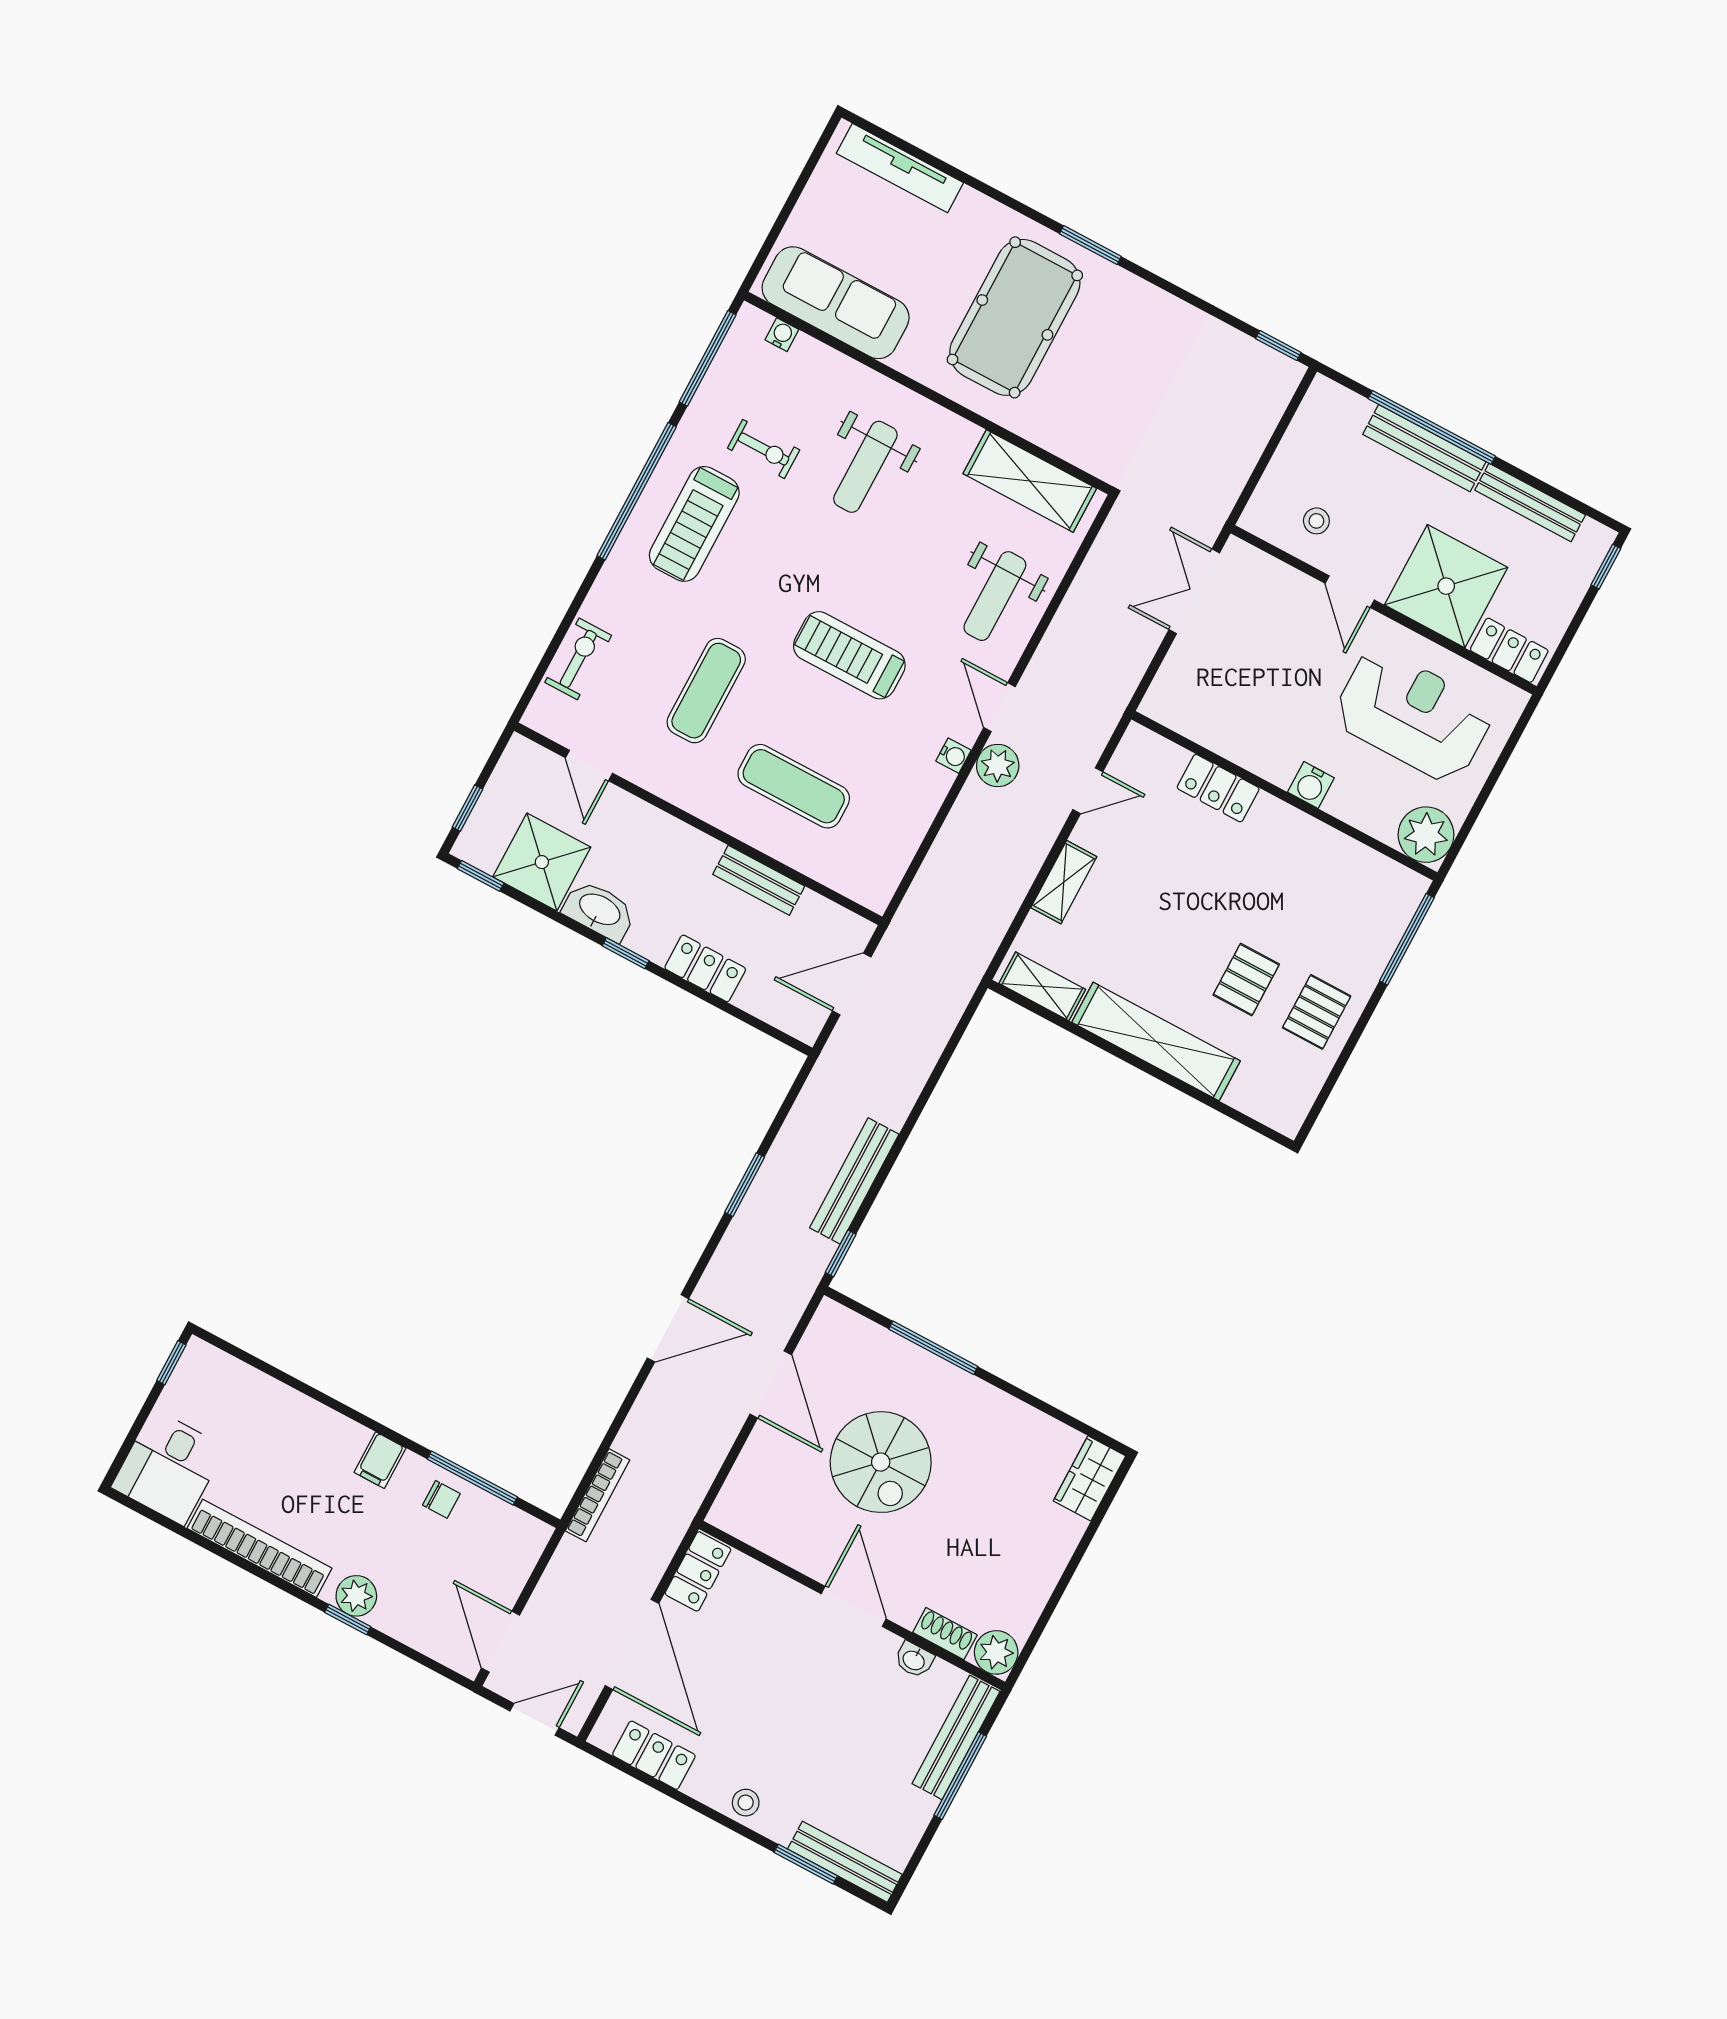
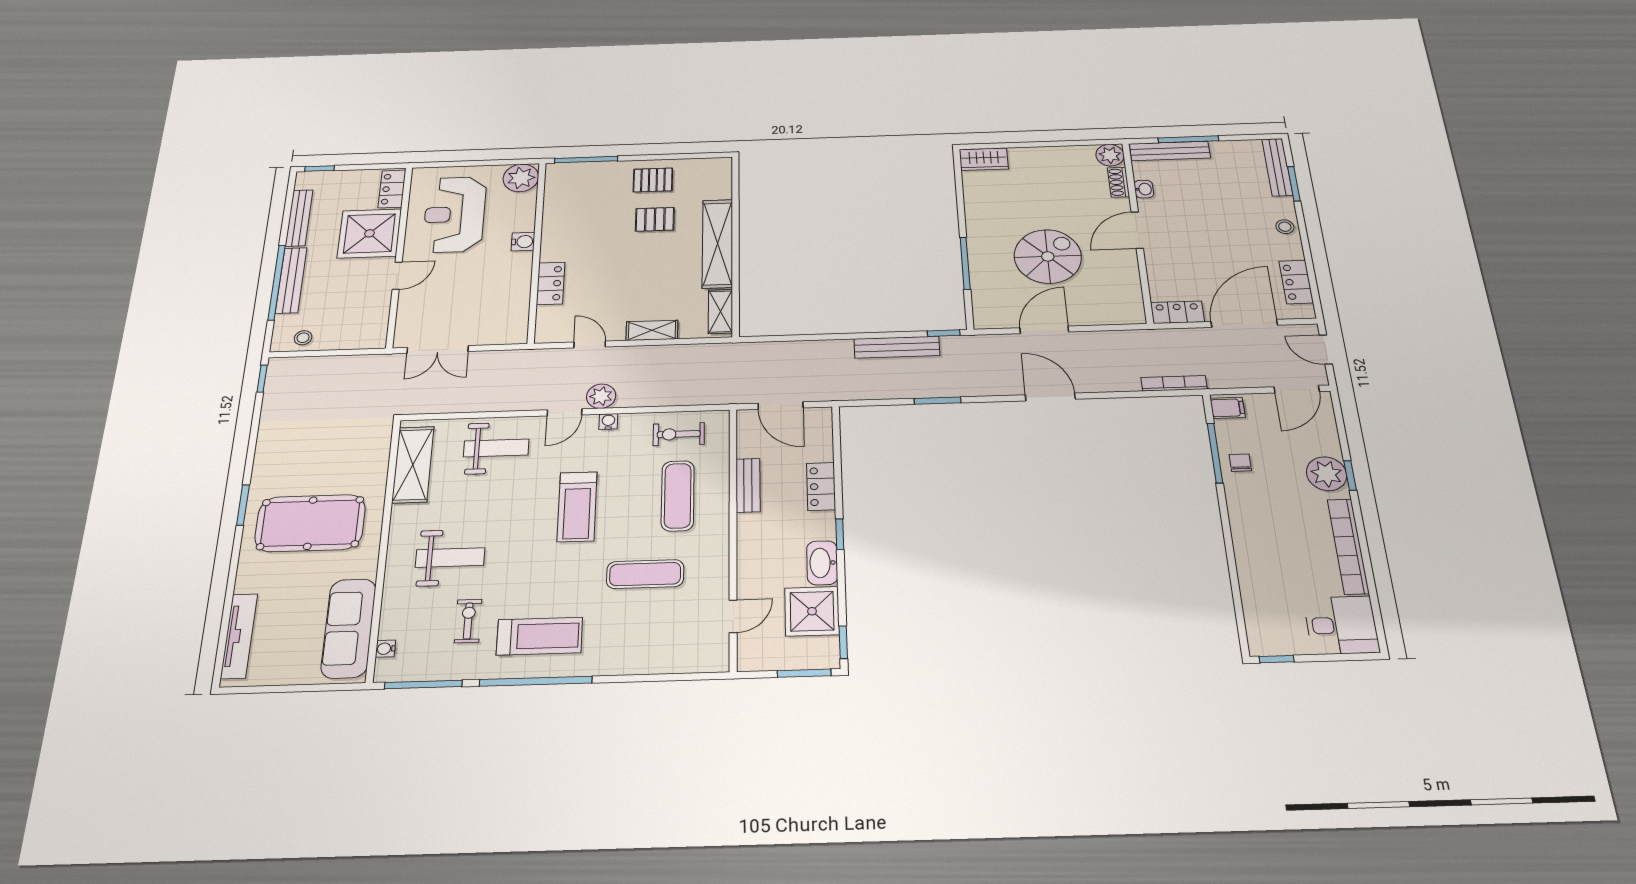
stool: (1316, 521) -> (303, 338), moved
exercise bike: (578, 659) -> (679, 434), moved
window: (467, 808) -> (804, 673), width x1.50
filing cabinet: (380, 1460) -> (1228, 408), moved
plant: (356, 1596) -> (1327, 474), width x1.36, depth x1.36

